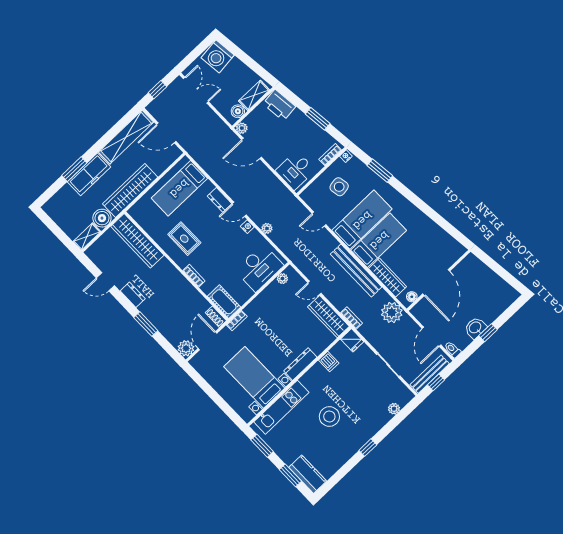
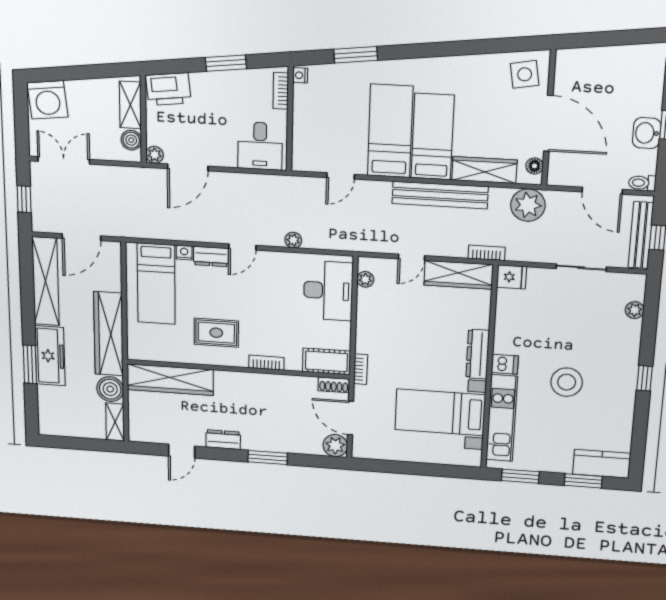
side table: (339, 187) -> (525, 74), moved
nightstand: (247, 227) -> (184, 253), moved
dishwasher: (329, 362) -> (505, 364), moved

